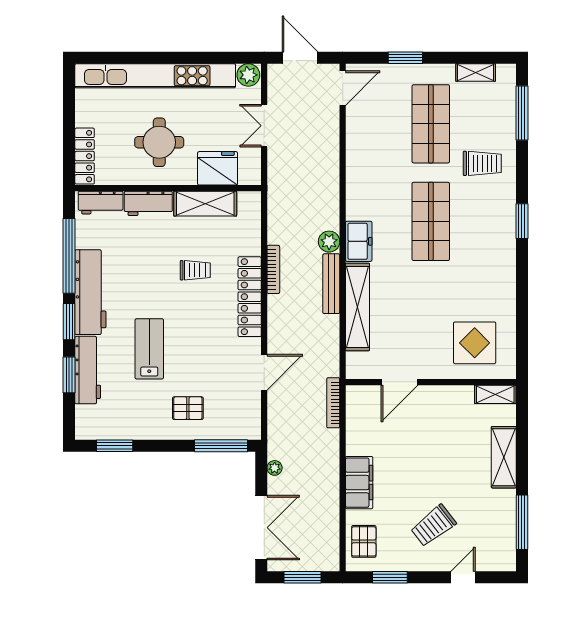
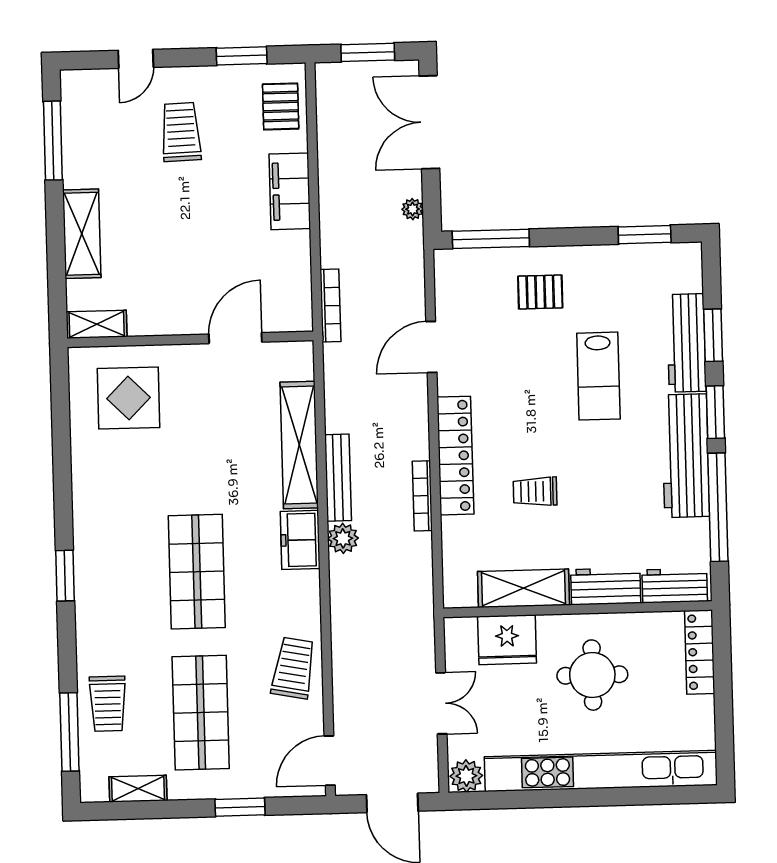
trolley: (366, 153) -> (294, 668), added
trolley: (482, 163) -> (108, 704), moved, turned -90
trolley: (433, 526) -> (181, 132), turned -54

